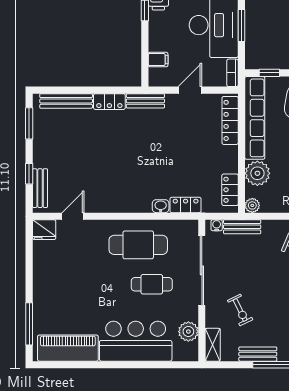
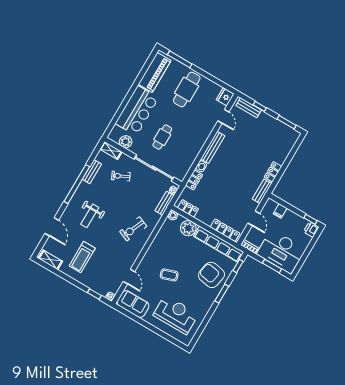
bench: (66, 101) -> (213, 147), moved
cafe table: (138, 245) -> (187, 89), moved

